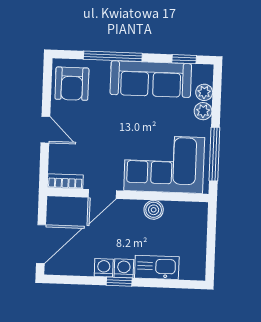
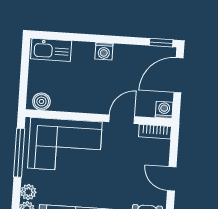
boiler: (154, 210) -> (41, 101), moved
kitchen sink: (157, 267) -> (51, 50), moved
washing machine: (104, 268) -> (164, 110), moved, turned 180
window: (119, 282) -> (161, 43), moved

